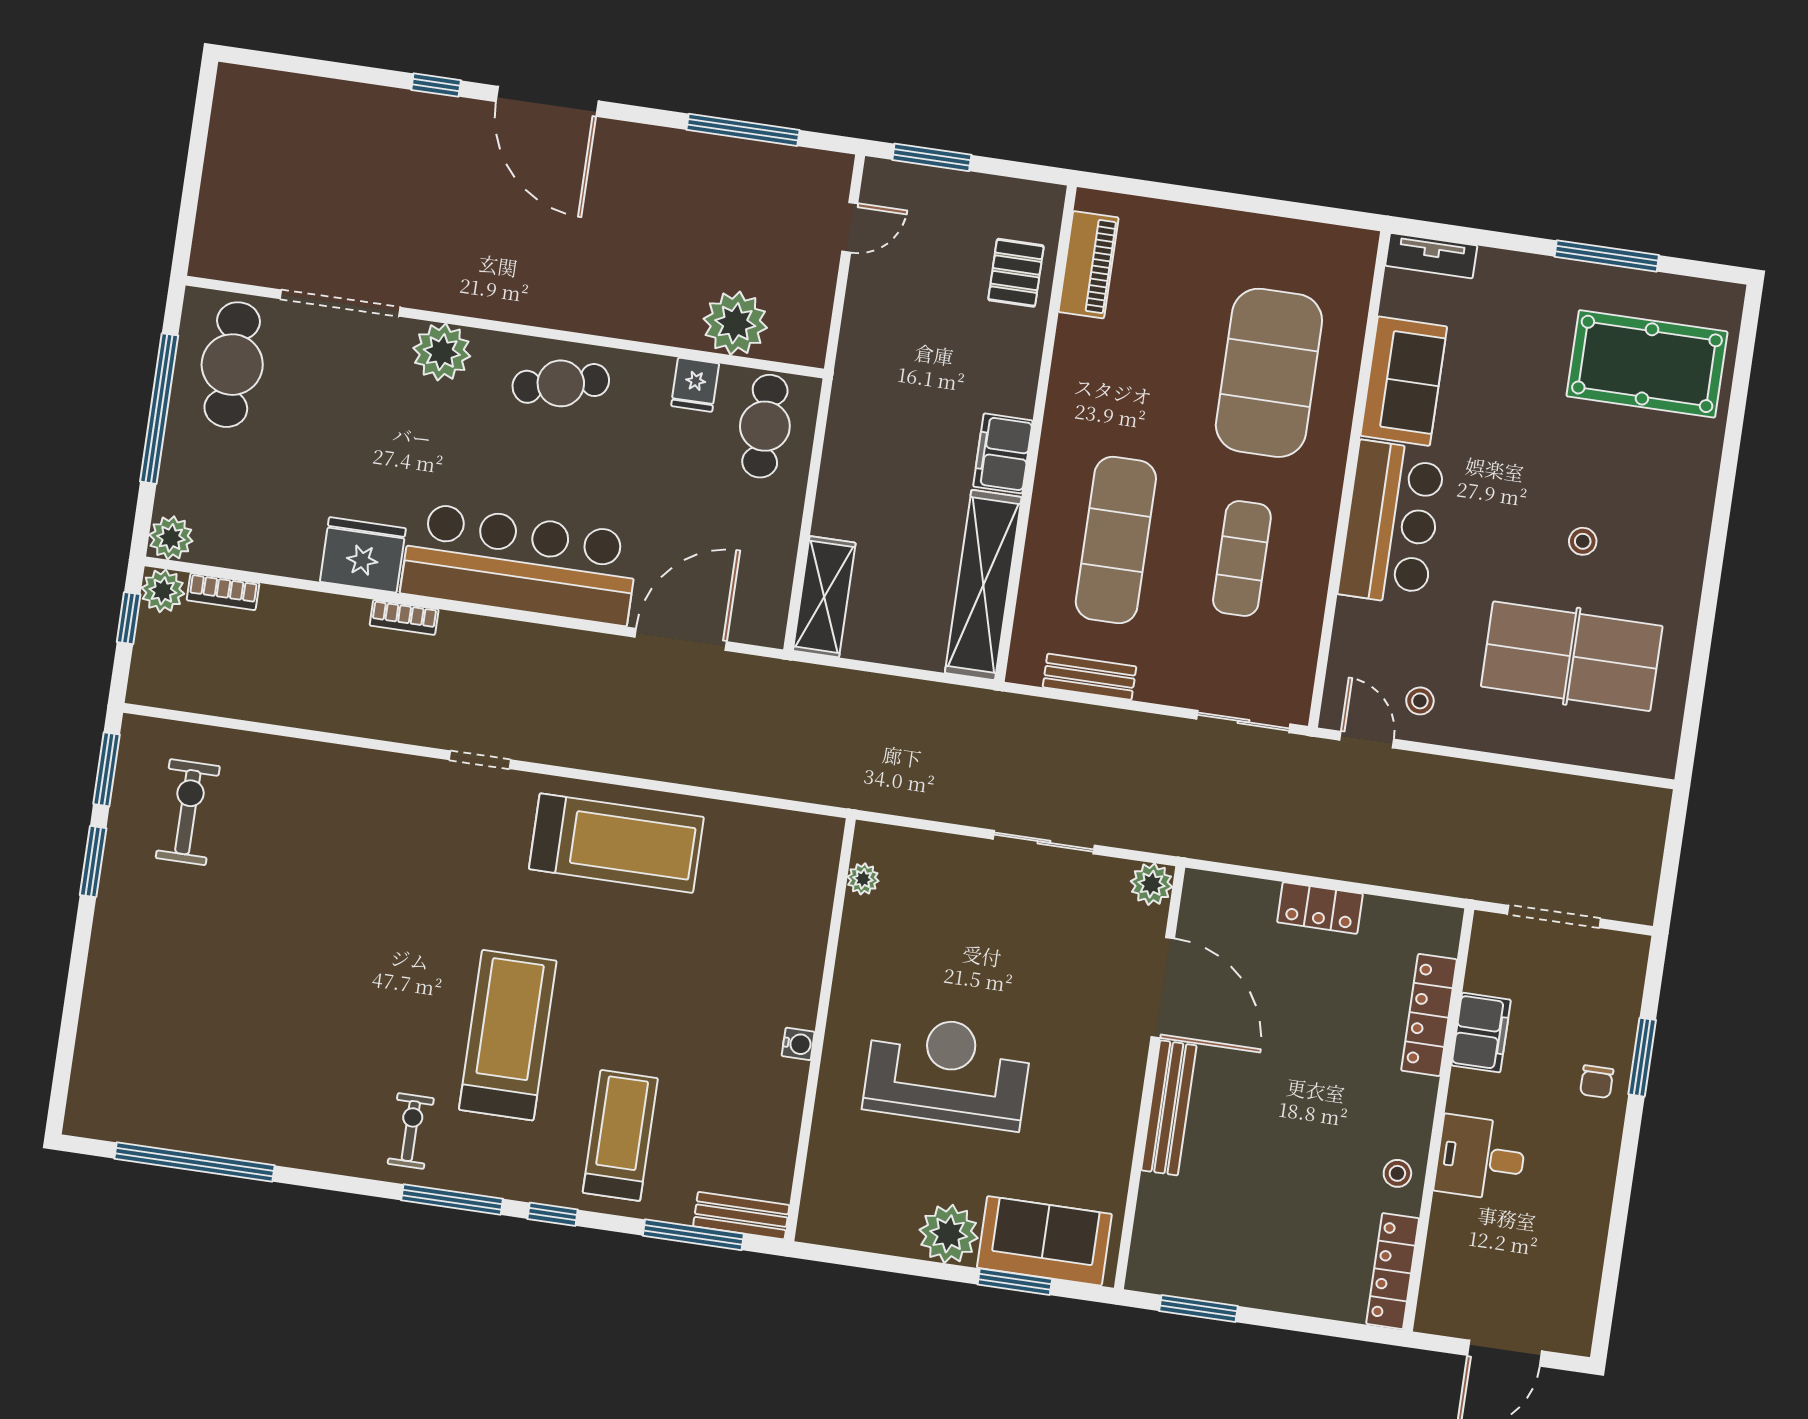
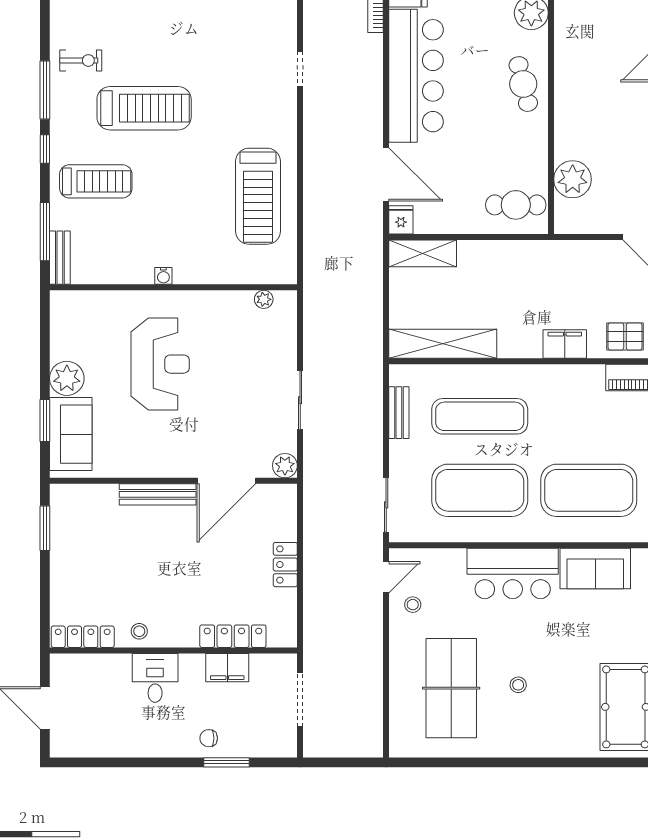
fridge: (695, 385) -> (401, 220), moved, turned 90
filing cabinet: (1003, 453) -> (565, 344), moved
exercise mat: (1242, 558) -> (480, 490), width x2.00, depth x1.45
treadmill: (616, 843) -> (258, 196), moved

